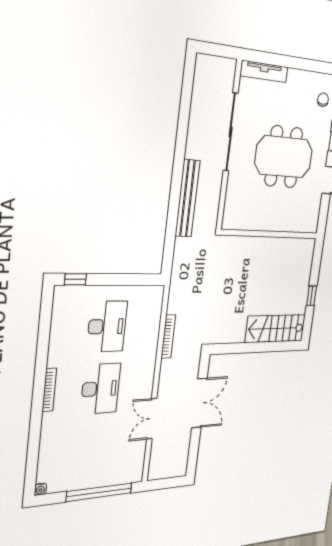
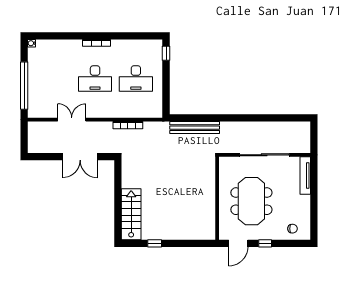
bench: (187, 198) -> (195, 128), moved
wall: (270, 234) -> (217, 198), moved

